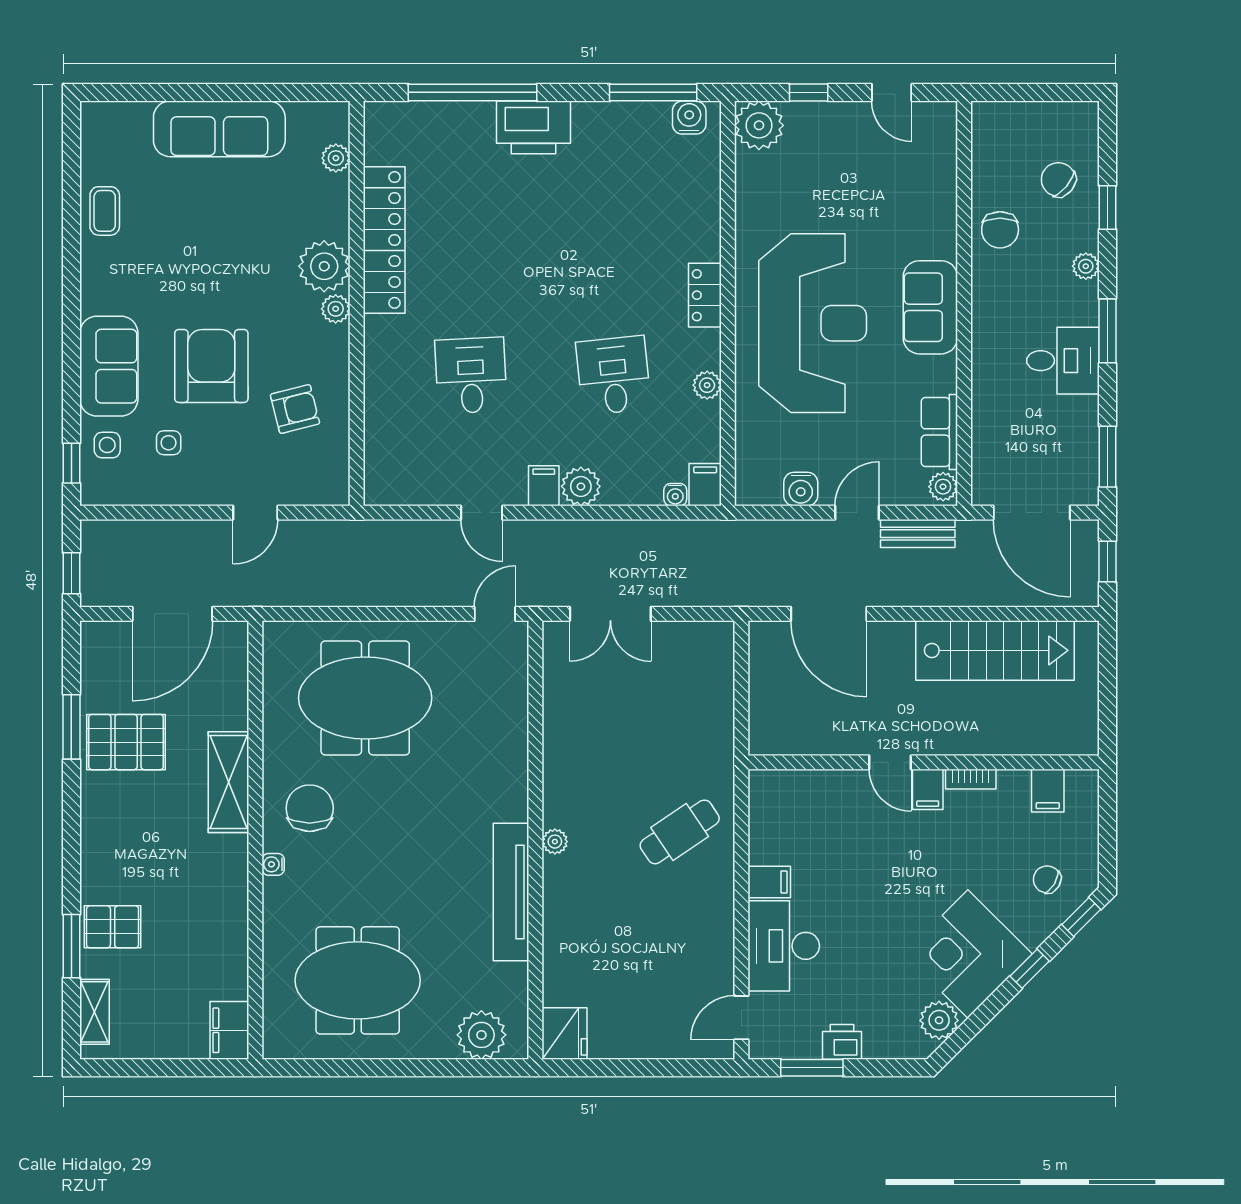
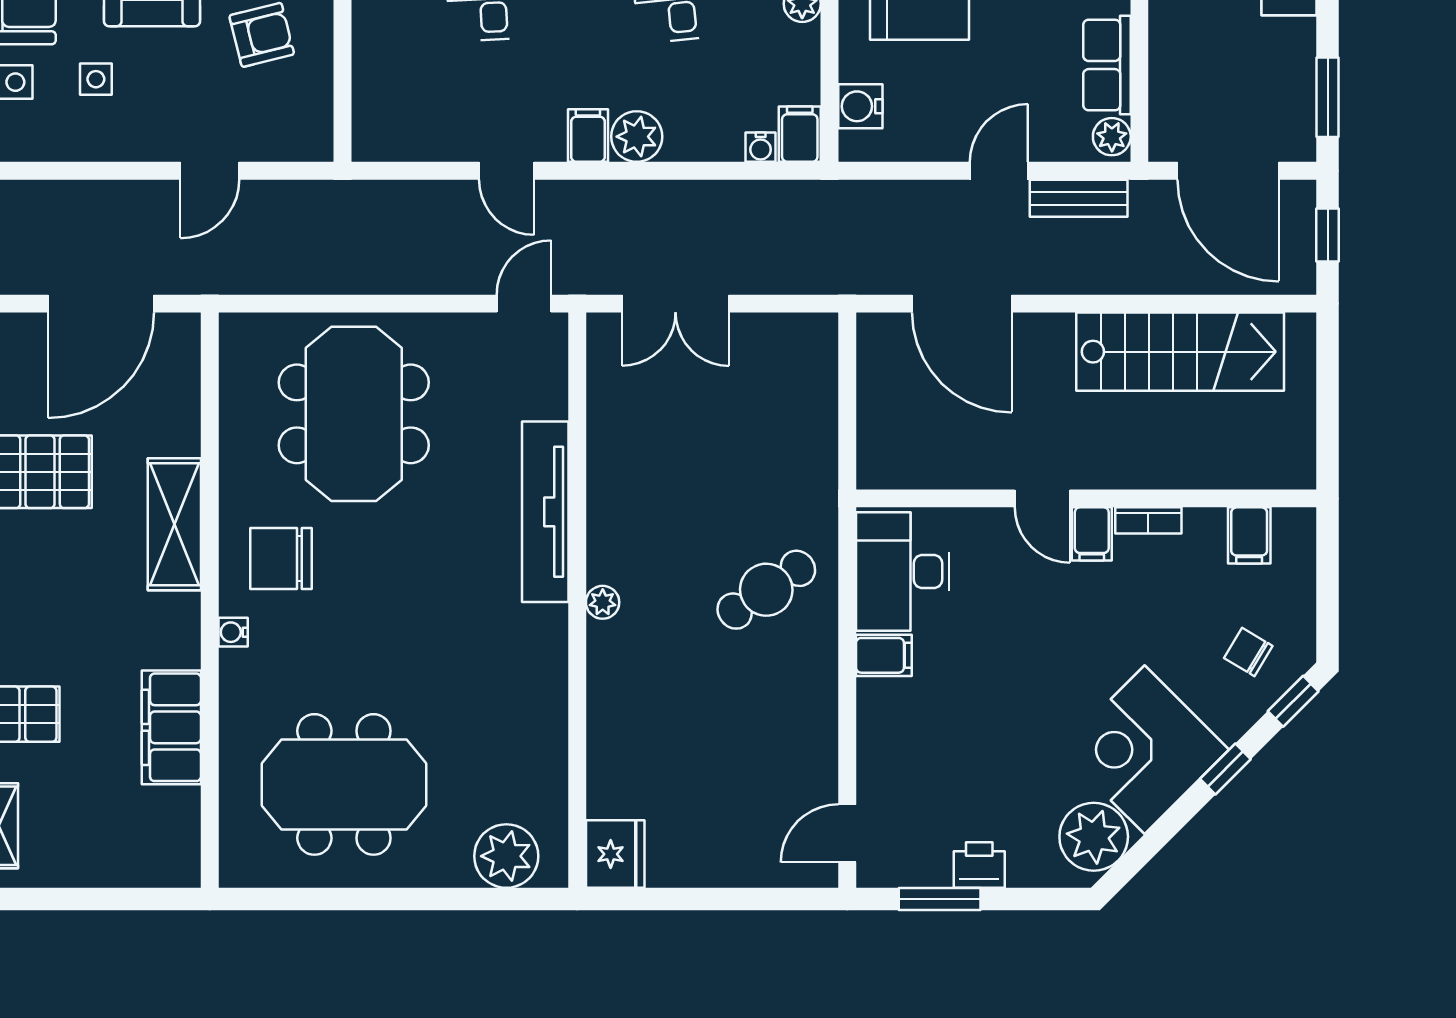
water cooler: (801, 489) -> (860, 106), moved, turned 90
meeting table: (365, 698) -> (354, 414), turned 90
chair: (310, 808) -> (281, 559), turned -90
tv unit: (511, 892) -> (545, 512), moved
desk: (784, 946) -> (903, 572), moved
plant: (939, 1020) -> (1094, 837), width x1.36, depth x1.36
filing cabinet: (229, 1030) -> (171, 727), moved, width x1.50, depth x1.17

